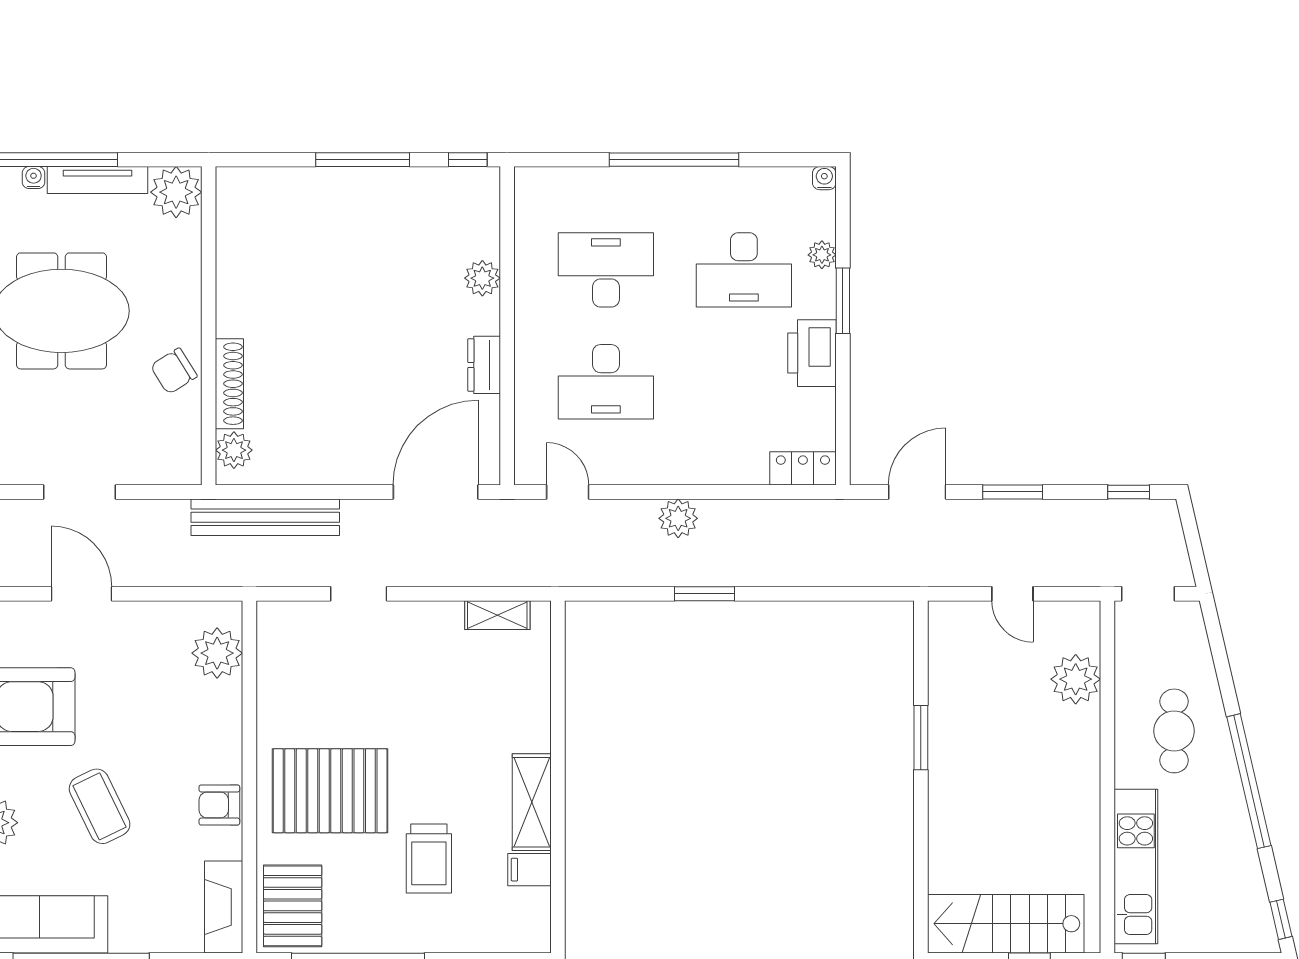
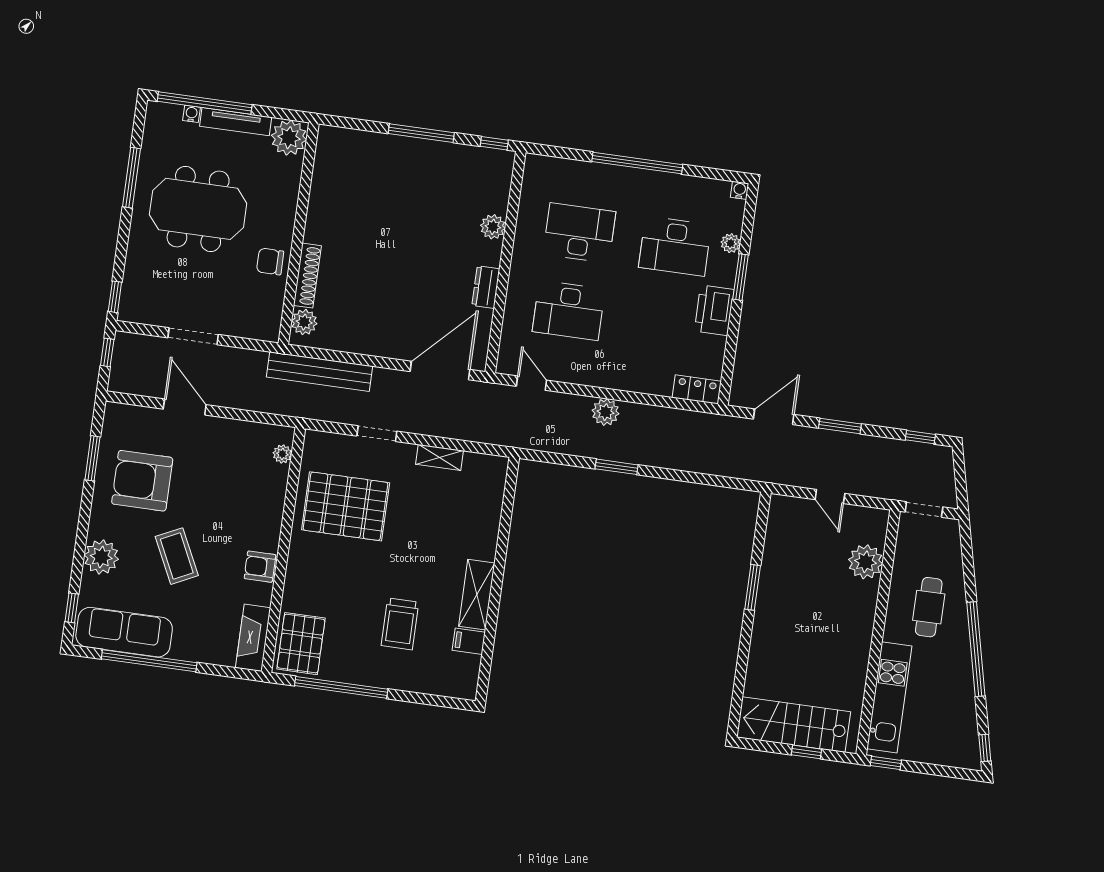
chair: (174, 371) -> (270, 261), turned 32
shelving: (497, 615) -> (439, 457), moved
plant: (217, 653) -> (282, 454), width x0.53, depth x0.53
pallet: (330, 791) -> (346, 506), moved

